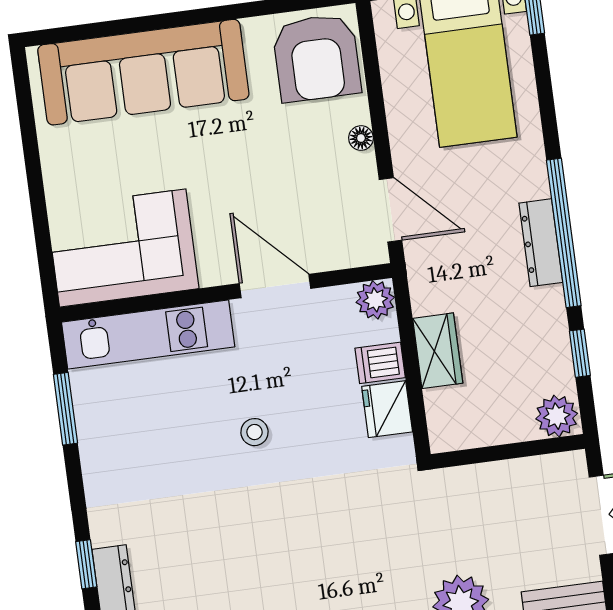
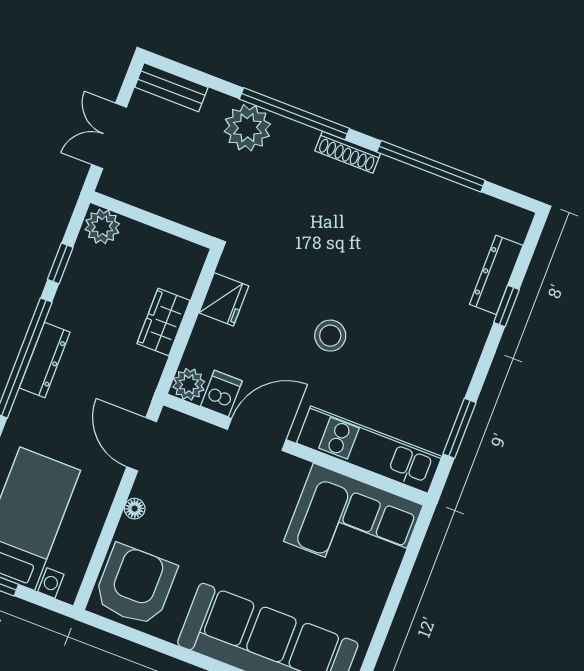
door: (275, 286) -> (257, 435), swing flipped
dishwasher: (380, 363) -> (221, 394), moved, turned -90
stool: (255, 432) -> (330, 336), width x1.37, depth x1.37

